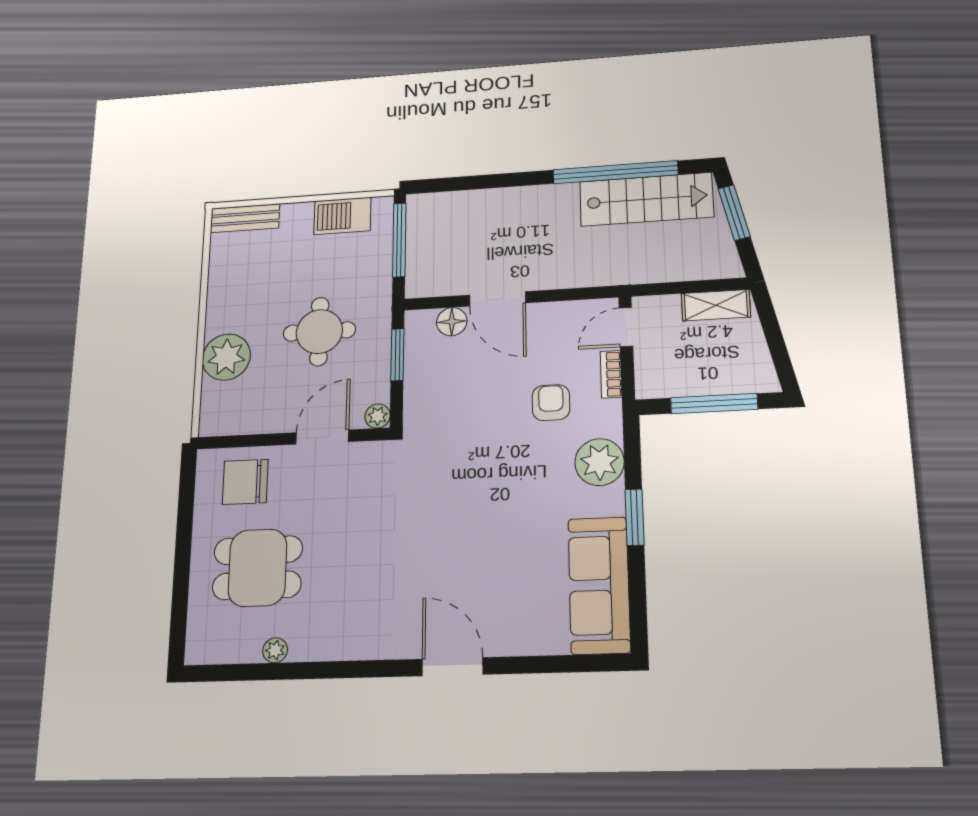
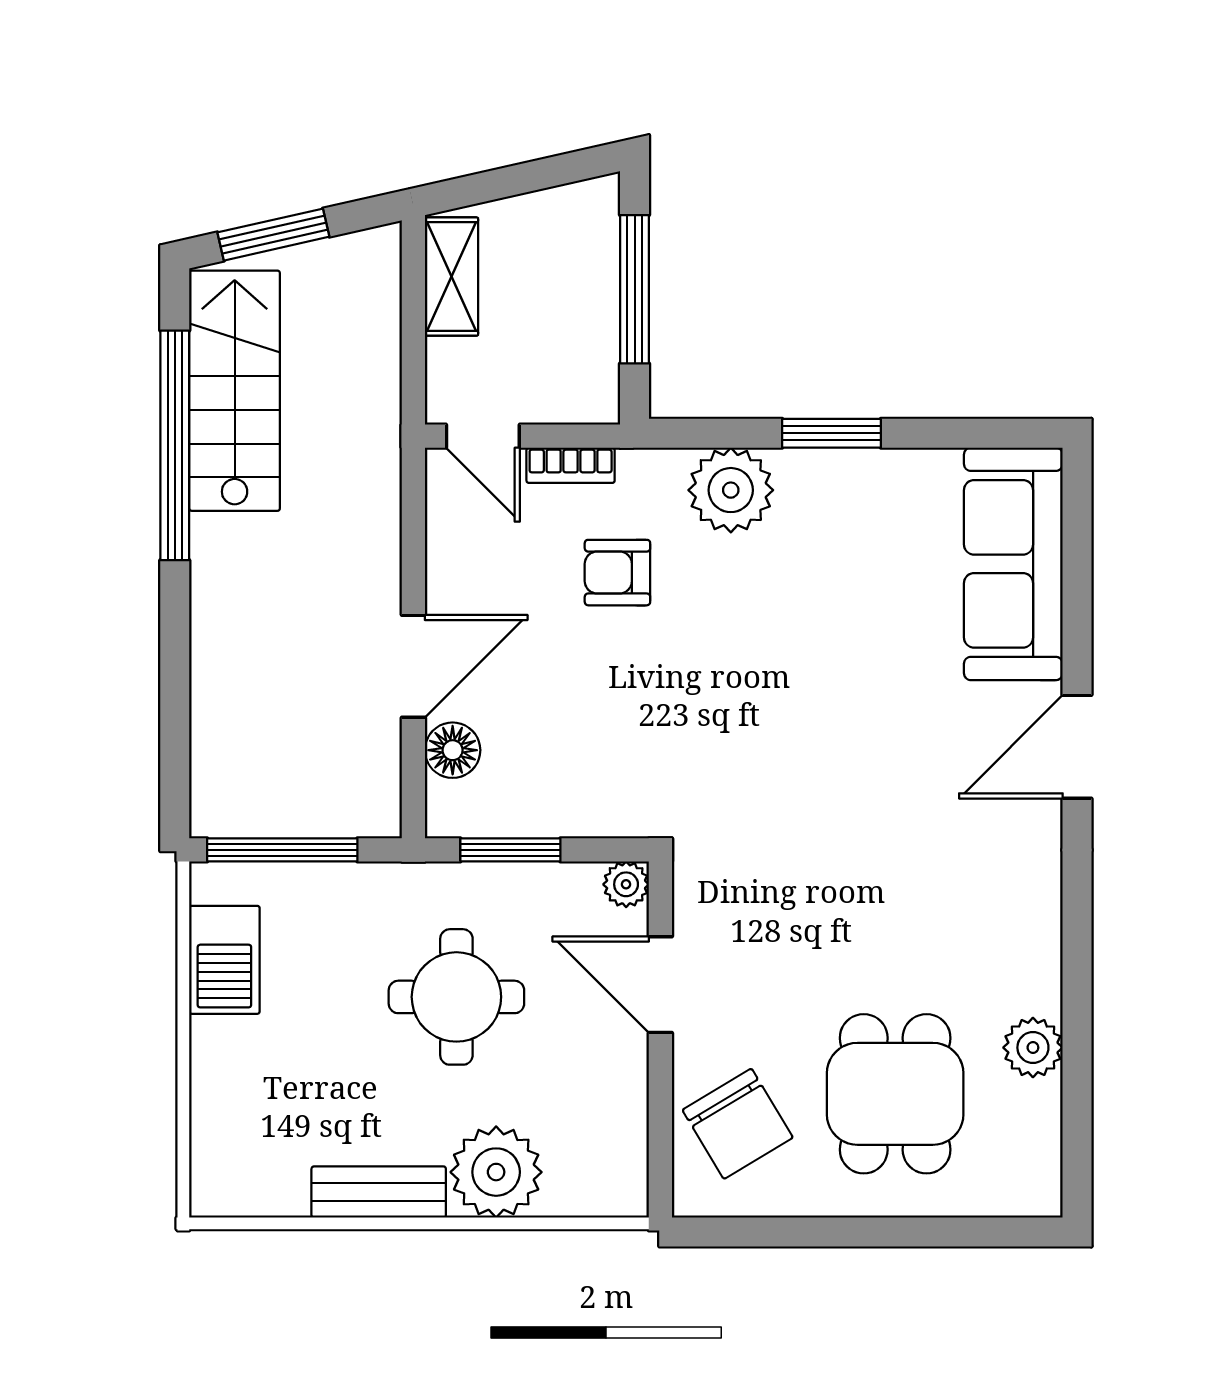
bench: (245, 218) -> (379, 1192), moved, turned 90
chair: (245, 482) -> (738, 1124), turned -31
sofa: (599, 585) -> (1013, 564), moved, turned 90
plant: (275, 650) -> (1033, 1048), width x1.38, depth x1.38

